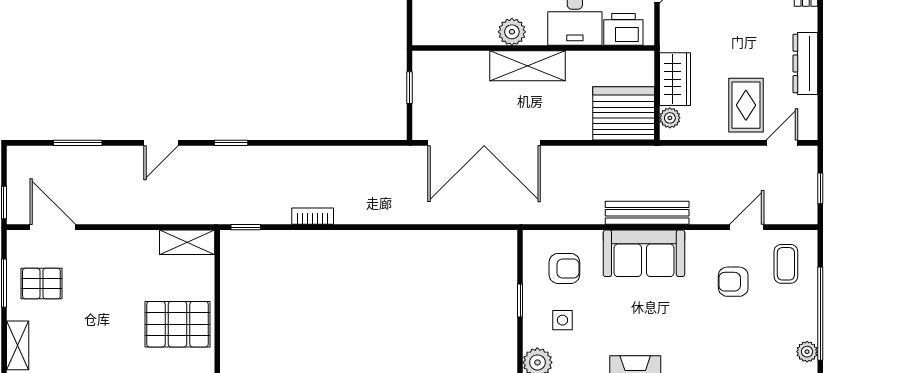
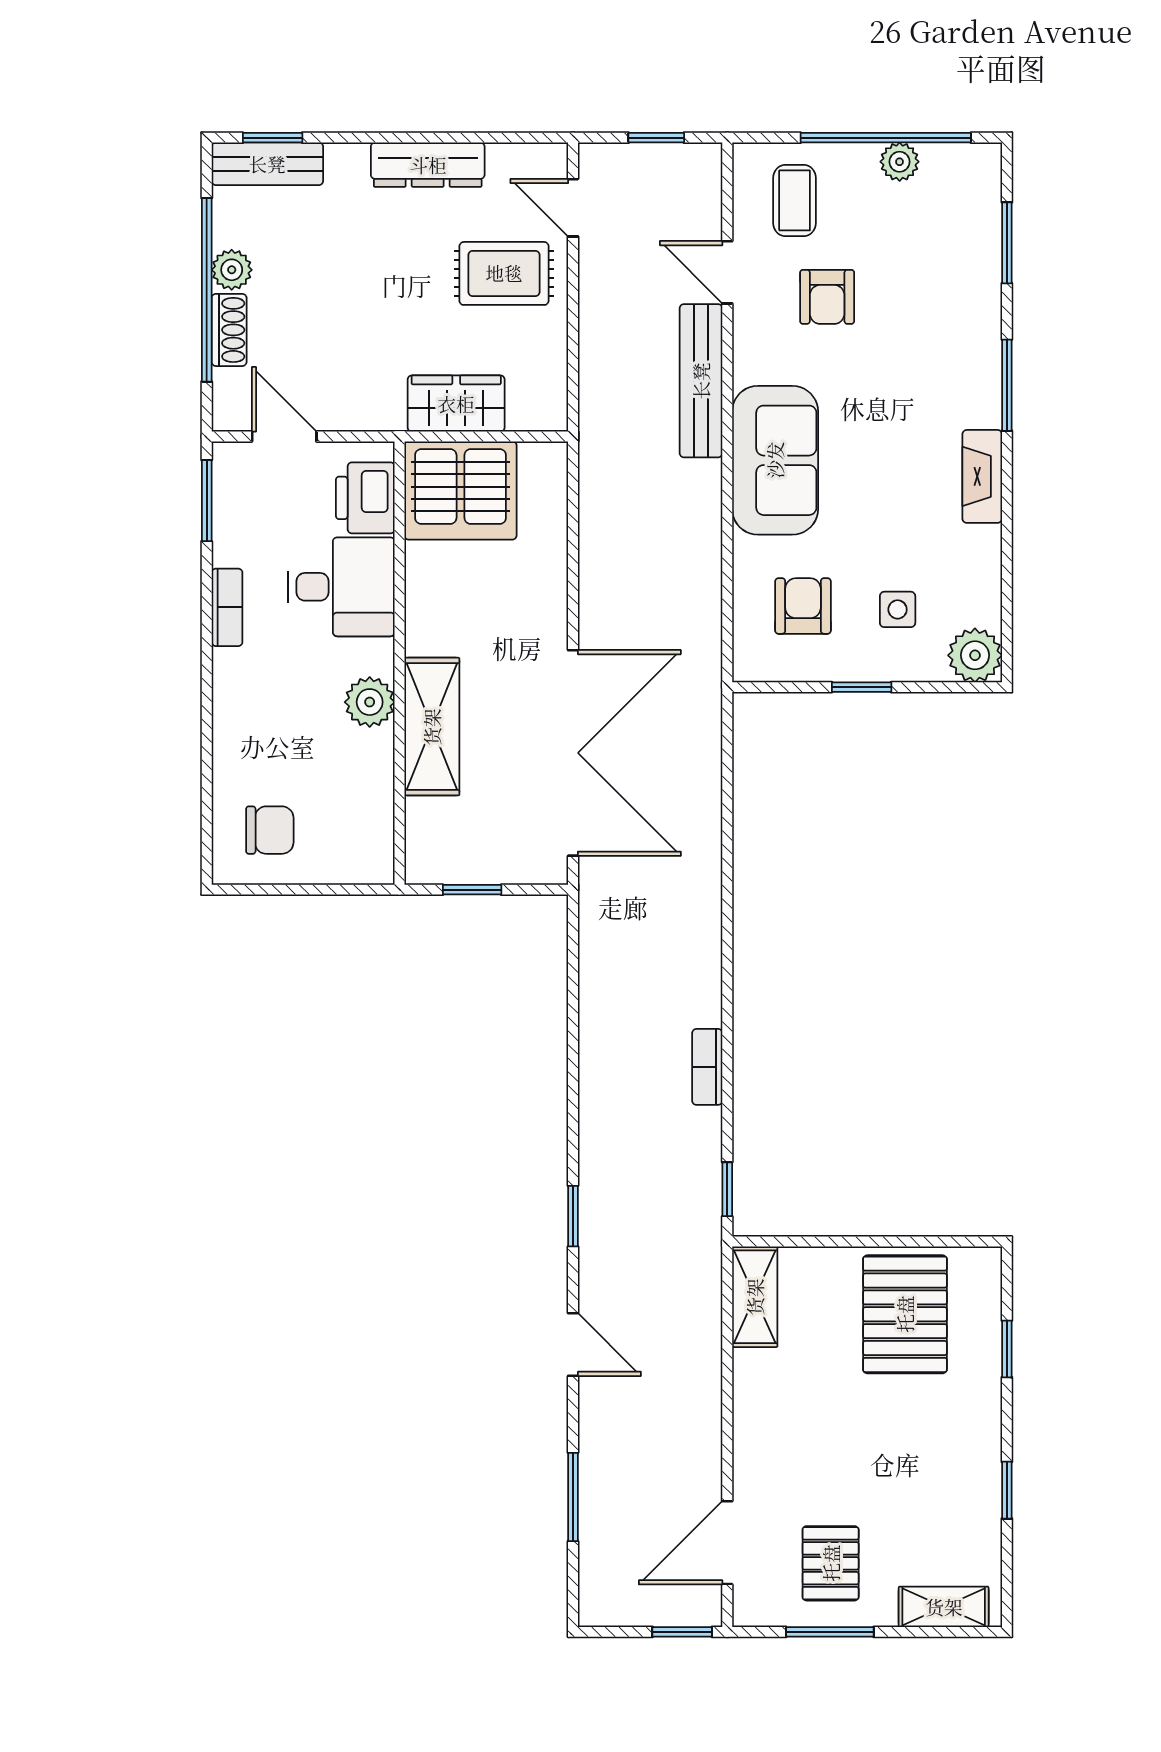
shelving: (527, 66) -> (432, 727), moved
server rack: (624, 113) -> (460, 490), moved, turned -90
plant: (670, 118) -> (527, 413), removed
bench: (647, 213) -> (701, 381), moved
coffee table: (786, 264) -> (795, 200), turned 90
plant: (807, 352) -> (900, 162), moved

